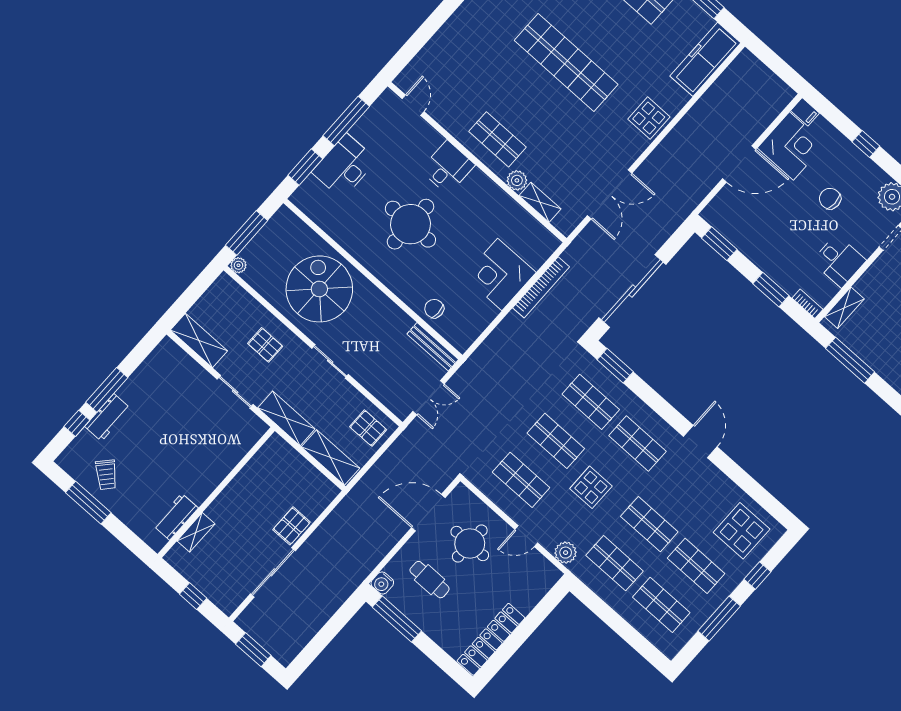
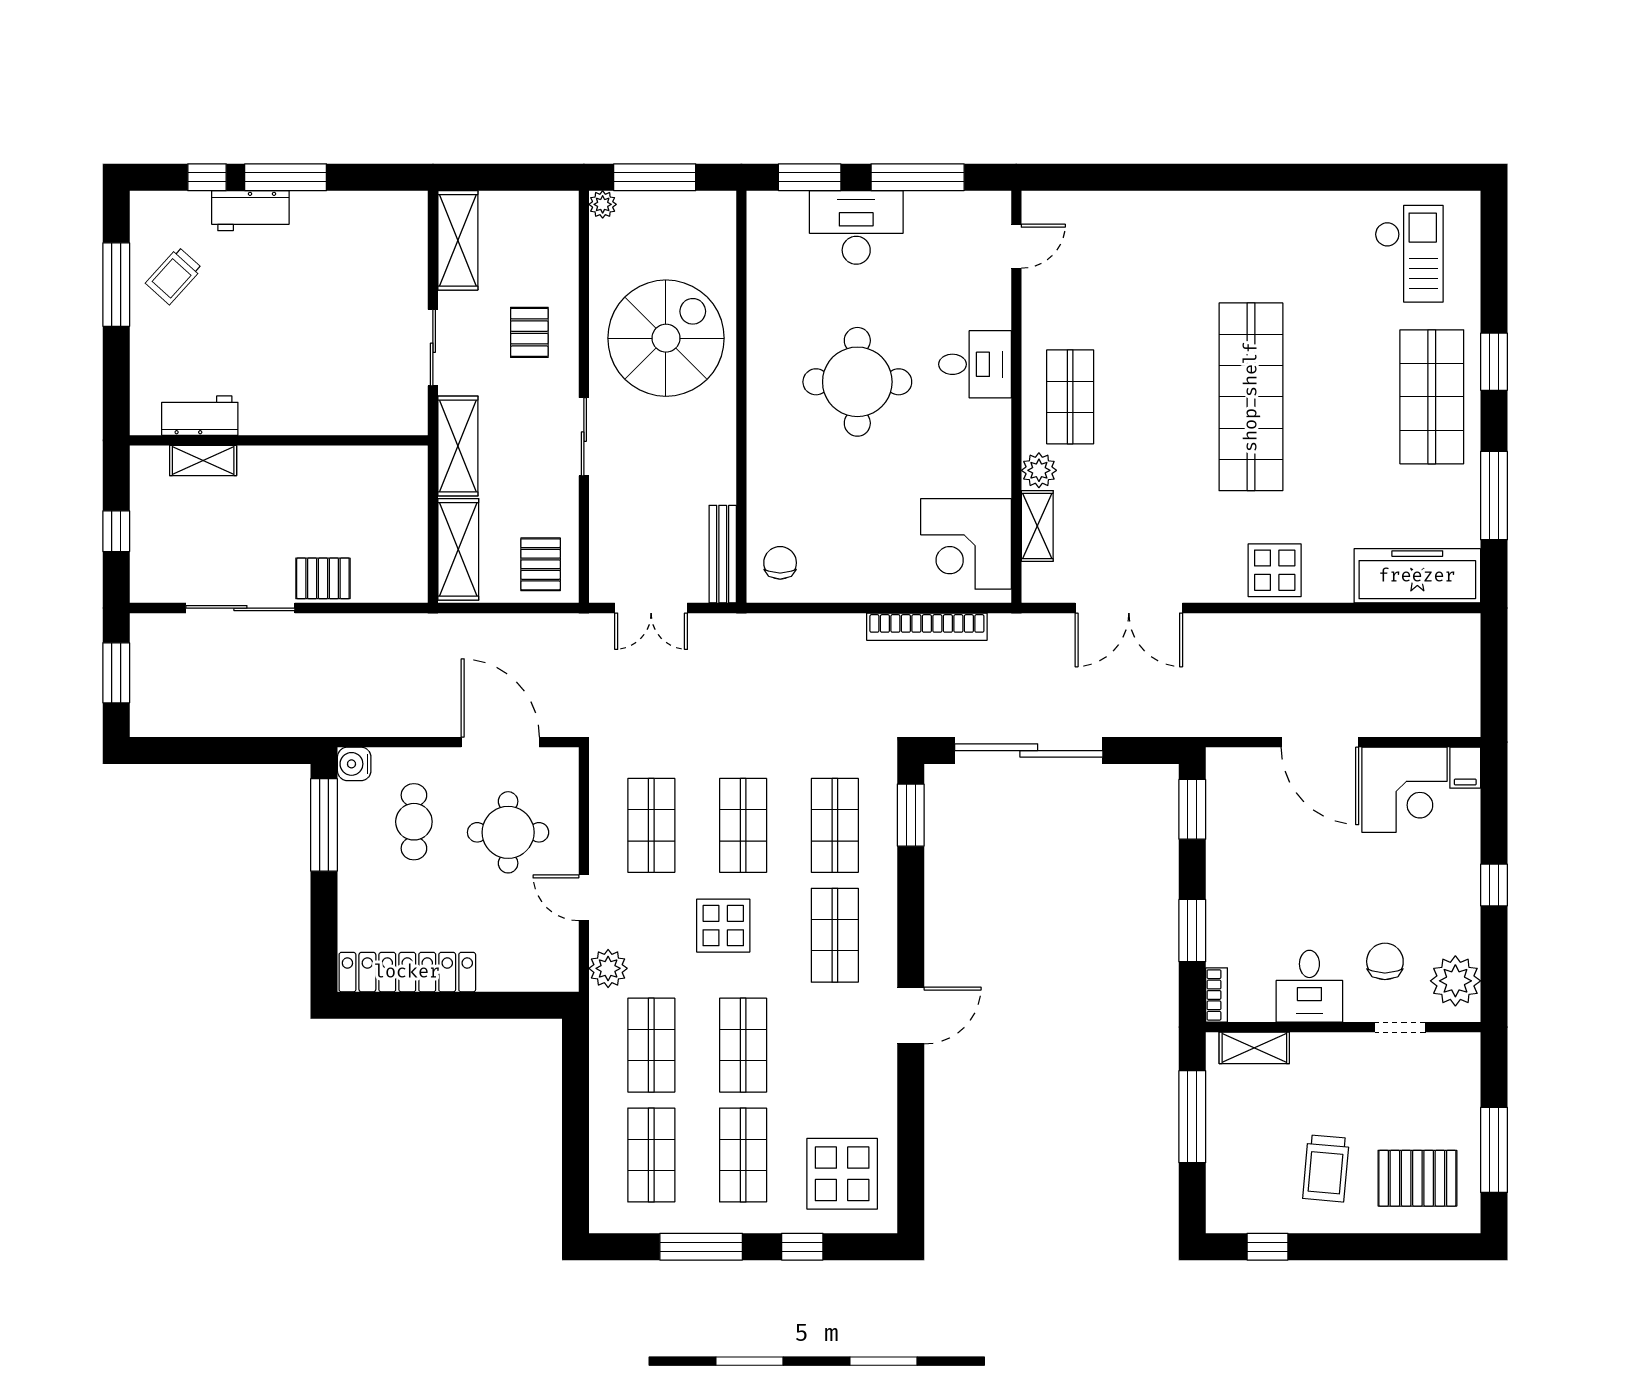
chair: (830, 199) -> (1385, 961), moved
corner desk: (500, 274) -> (966, 544), moved, turned -90
chair: (434, 309) -> (780, 563), moved

